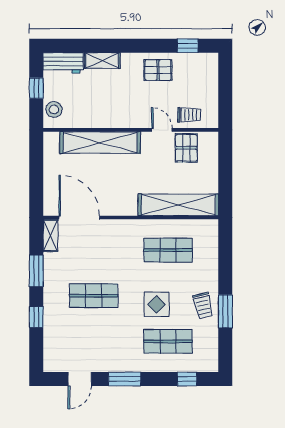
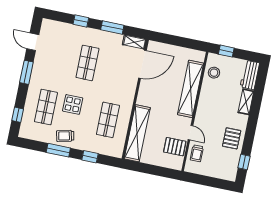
window: (36, 88) -> (226, 51), moved
stool: (54, 109) -> (214, 73), moved
door: (162, 130) -> (190, 133), hinge flipped
window: (225, 265) -> (90, 157), added

